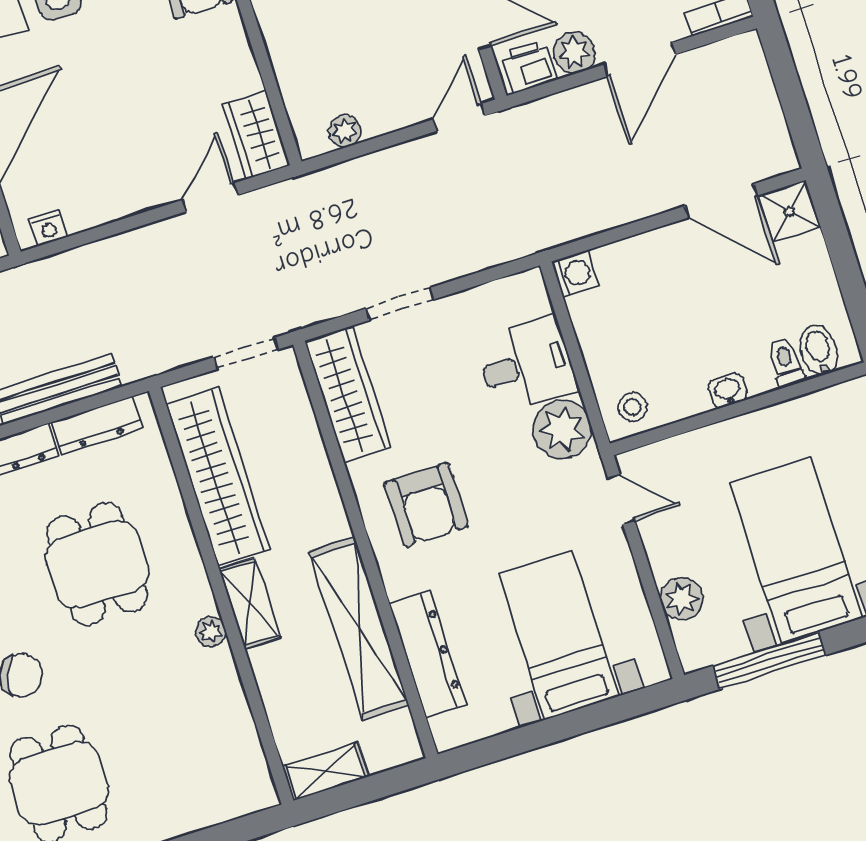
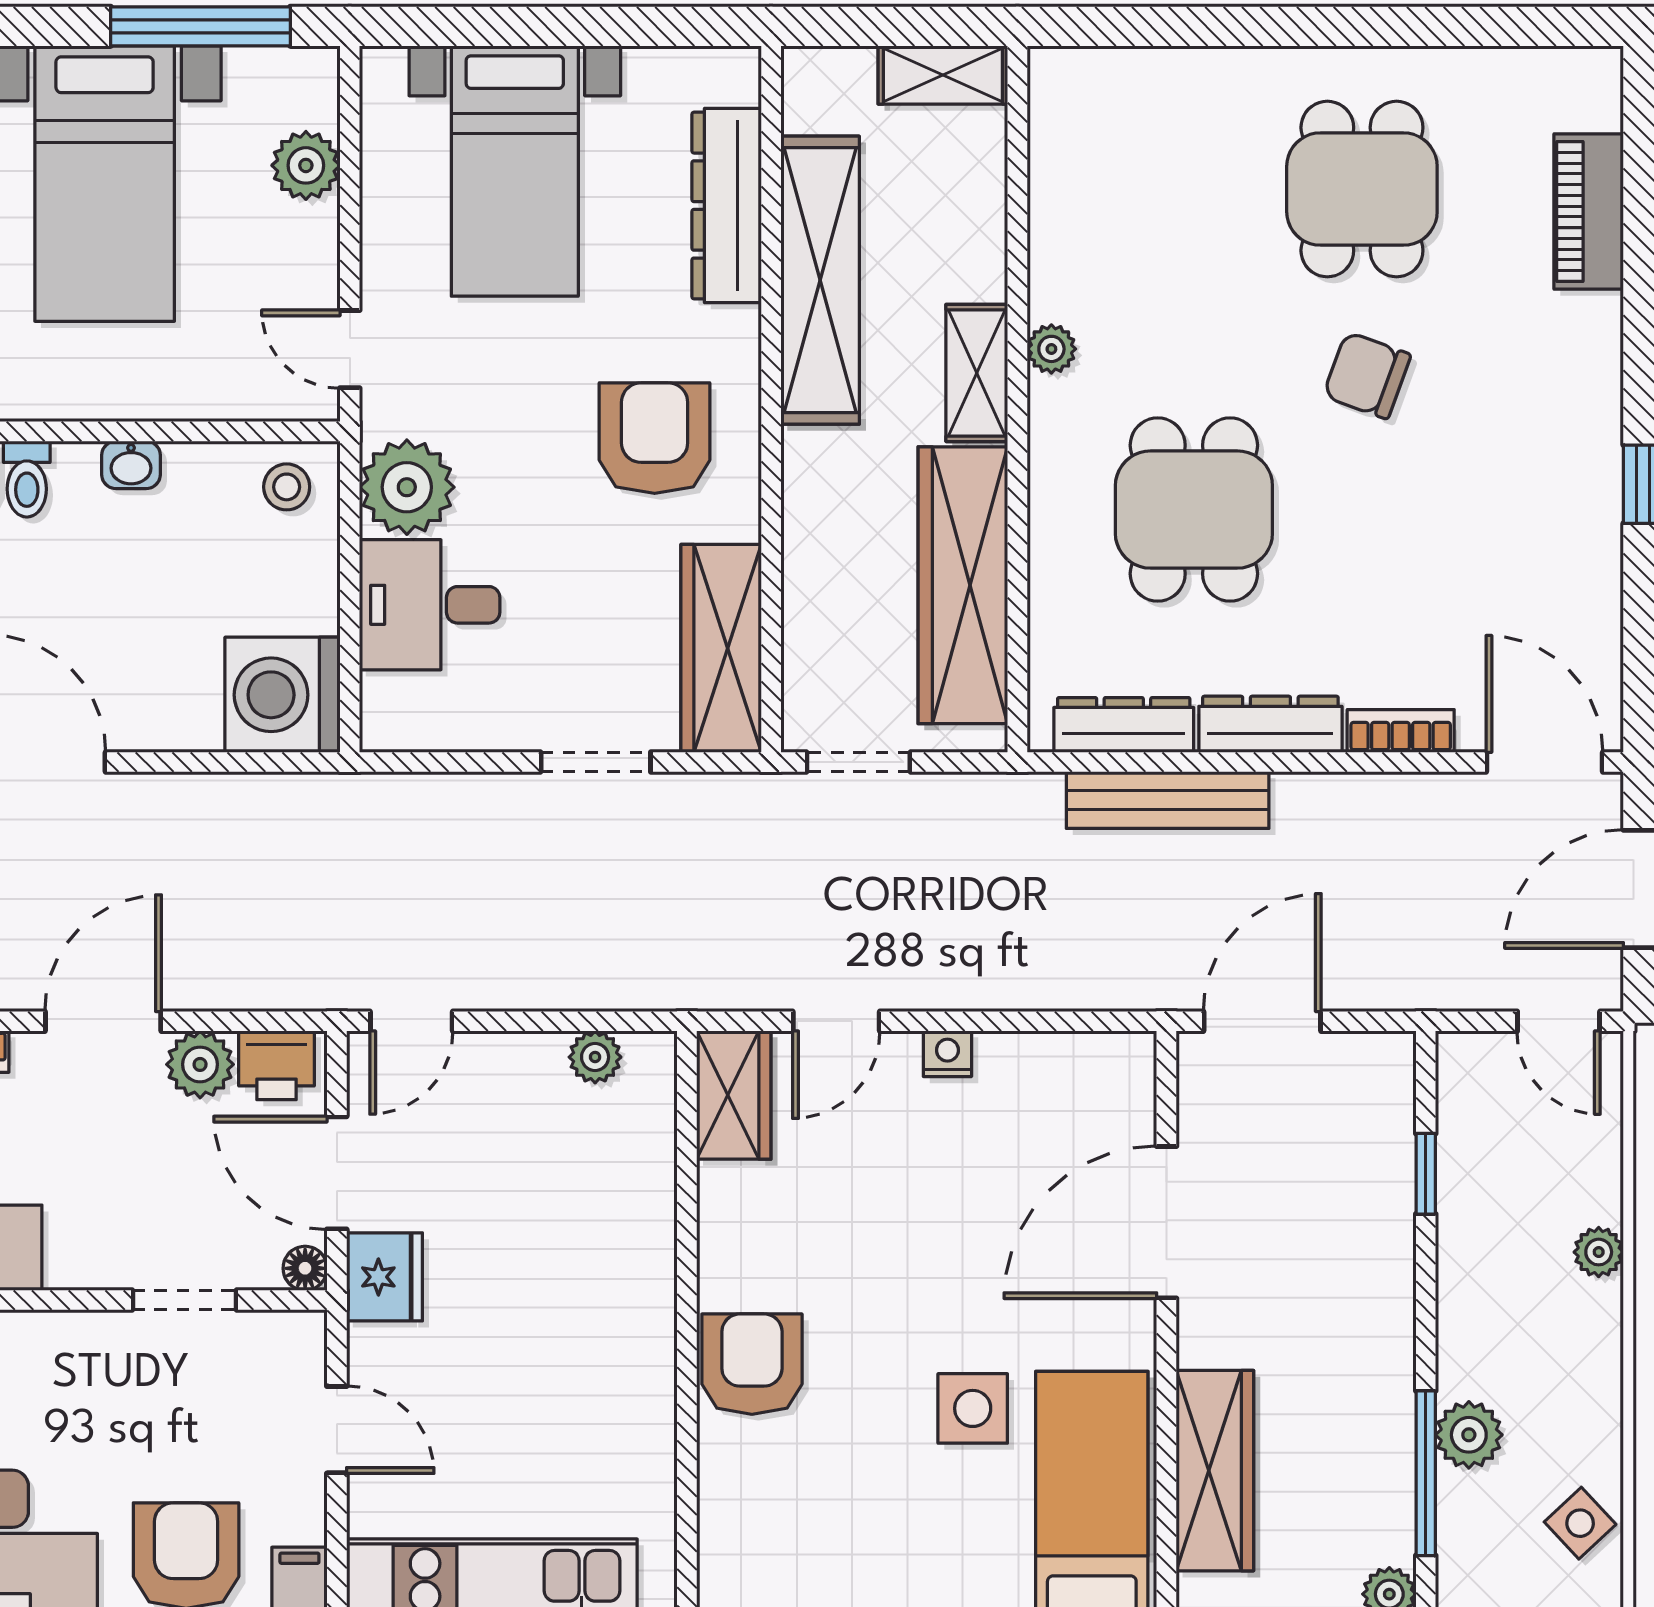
nightstand: (49, 228) -> (947, 1054), moved
washing machine: (575, 274) -> (283, 695), width x1.89, depth x1.89

